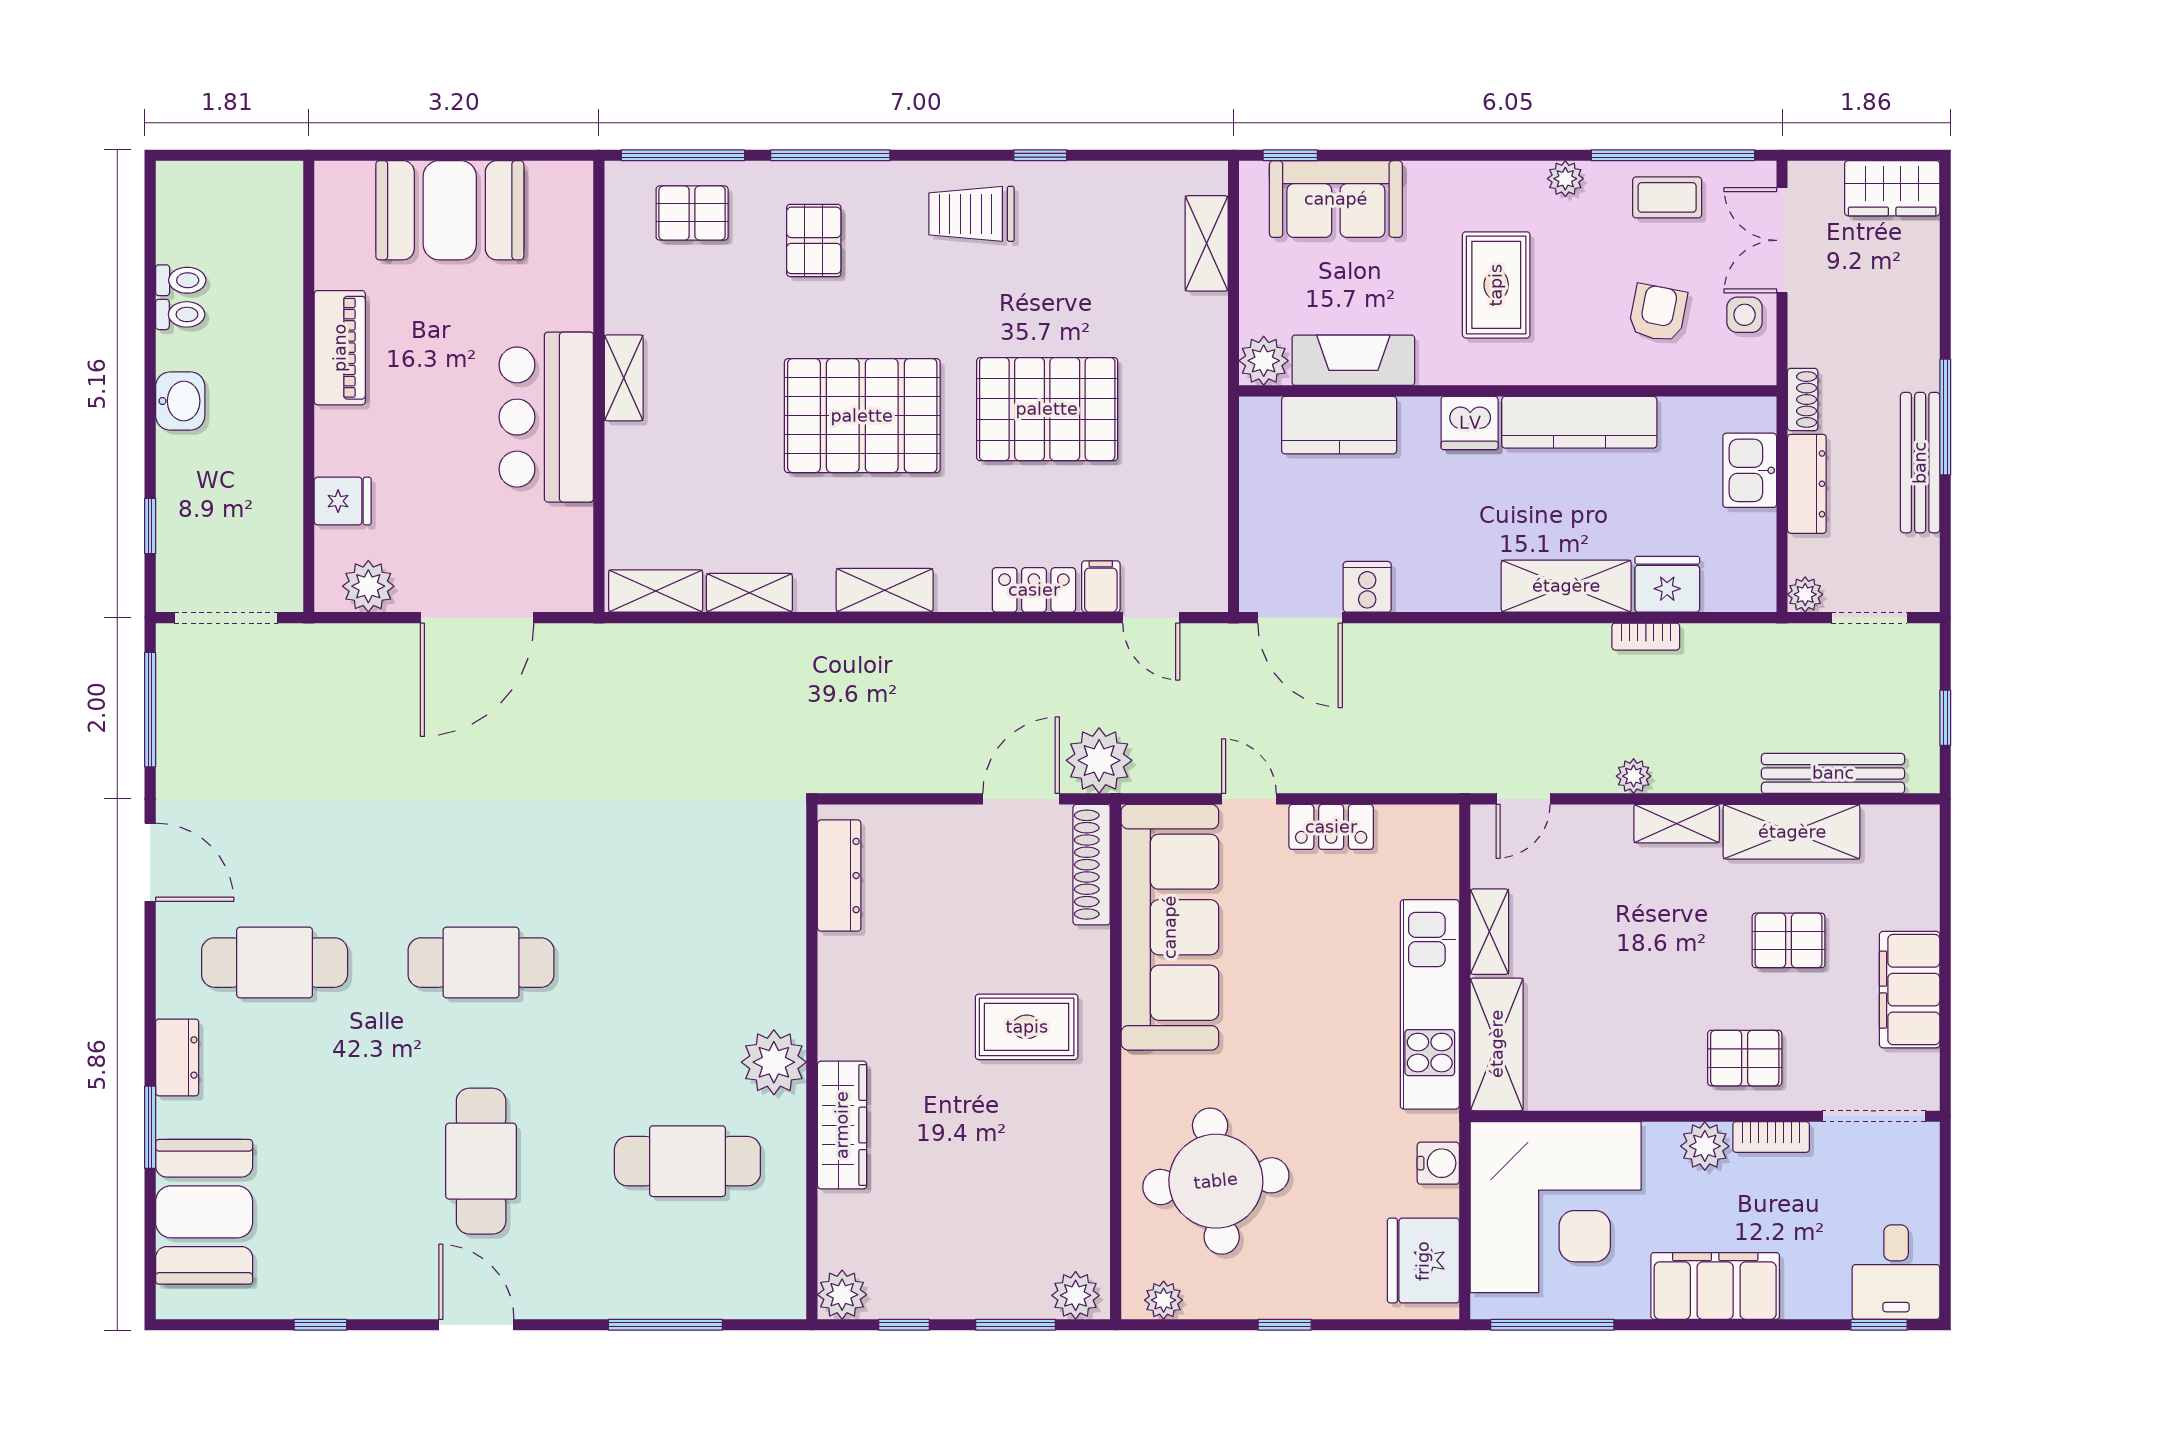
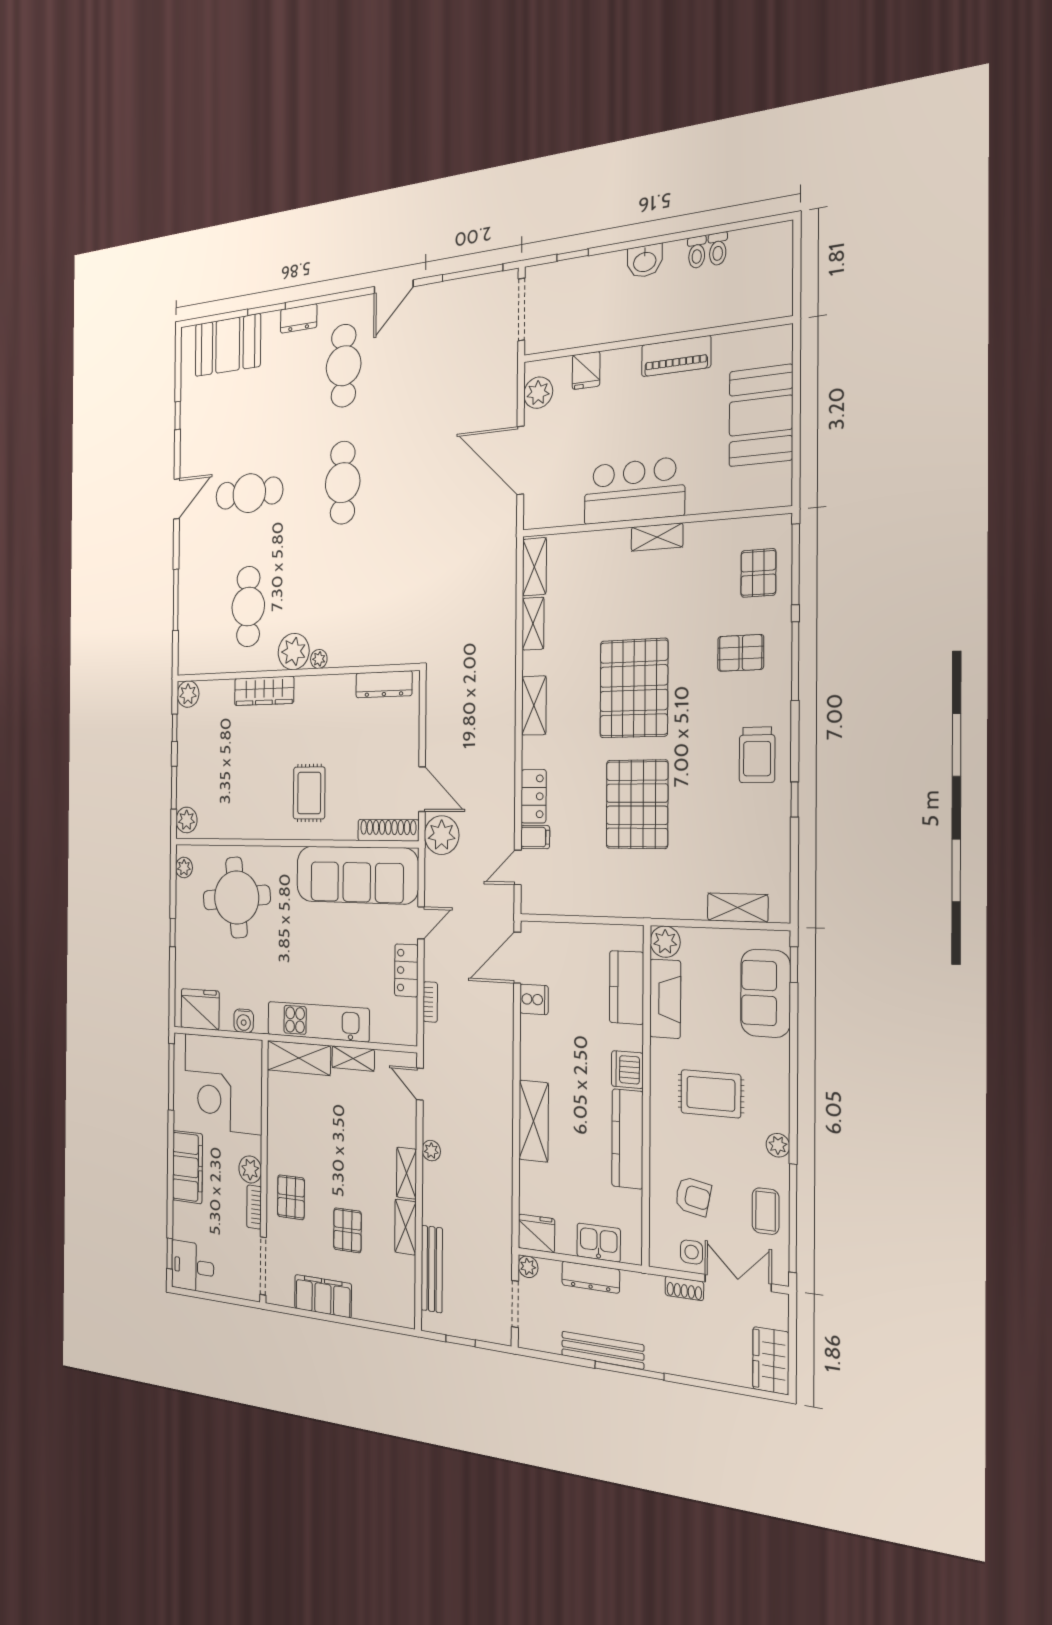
trolley: (972, 214) -> (757, 755), turned 180
shoe rack: (1803, 399) -> (684, 1288), moved
fridge: (1667, 584) -> (536, 1233), moved, turned -90
bookcase: (1646, 637) -> (430, 1002), moved, turned 180
shelving: (1792, 832) -> (405, 1227), width x0.67, depth x0.75
plant: (789, 1009) -> (319, 659), added

